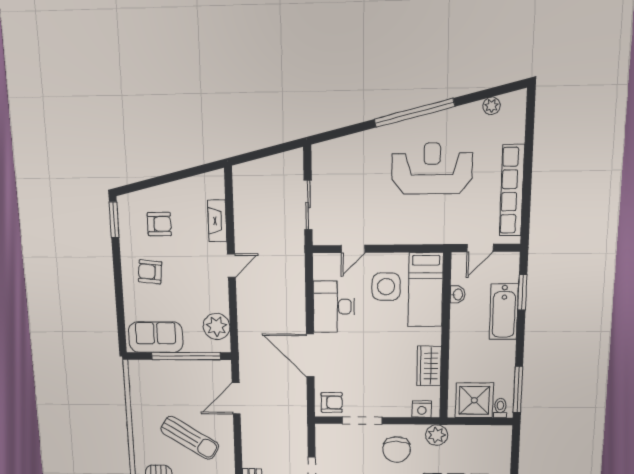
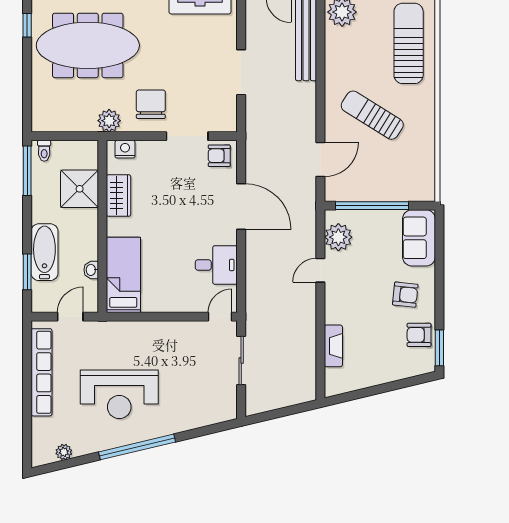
armchair: (159, 224) -> (419, 335), moved
door: (353, 249) -> (220, 317), moved
door: (231, 266) -> (320, 270), moved
side table: (386, 287) -> (163, 278), removed
desk: (334, 307) -> (216, 265), width x0.73
sofa: (156, 337) -> (419, 238), moved, turned 90
shower: (474, 400) -> (80, 189), moved

